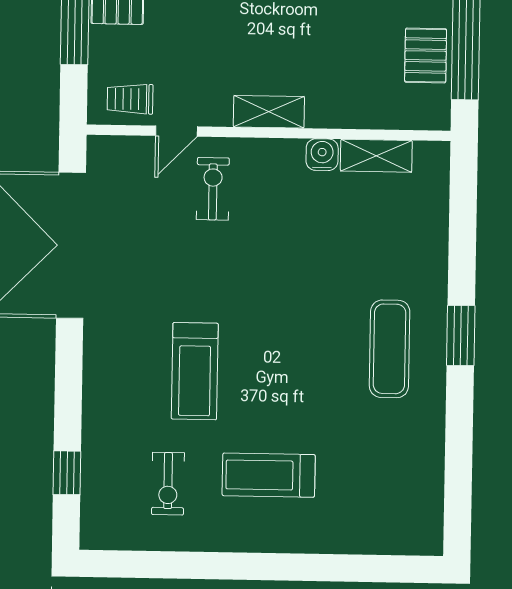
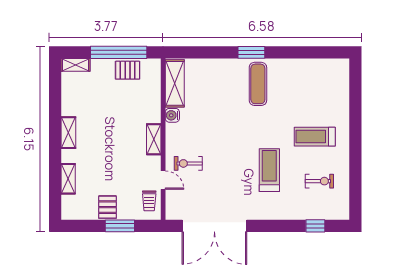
shelving: (376, 156) -> (175, 83), width x1.50, depth x1.33
exercise mat: (390, 349) -> (258, 84), turned 90
treadmill: (195, 371) -> (269, 170), turned -90
treadmill: (269, 475) -> (315, 137), turned 90

